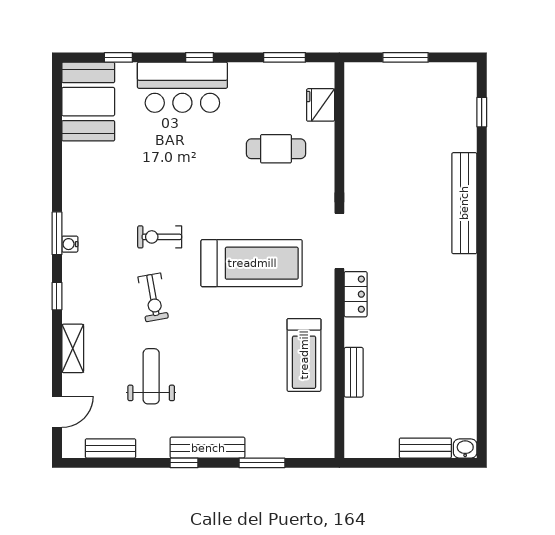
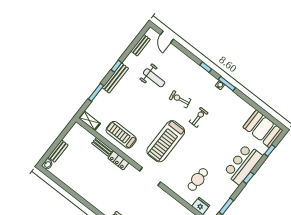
locker: (356, 294) -> (118, 161), moved
shelving: (73, 348) -> (89, 121), moved

